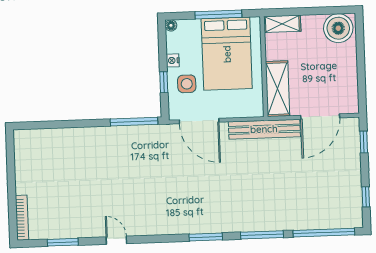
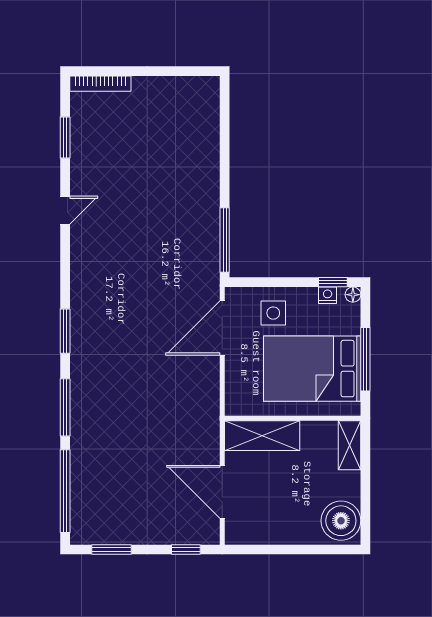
nightstand: (173, 60) -> (328, 295), moved
window: (164, 82) -> (333, 282), moved
bench: (264, 129) -> (208, 416), removed
window: (366, 197) -> (111, 550), width x1.50

